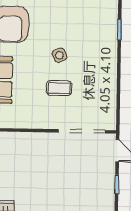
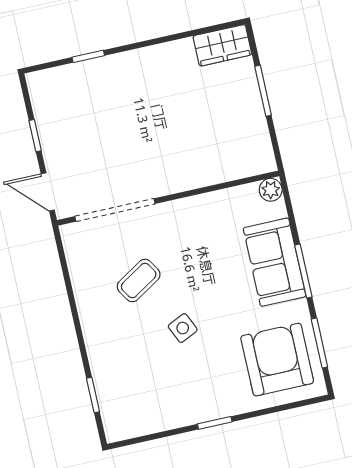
coffee table: (59, 88) -> (139, 280), moved, turned -32

